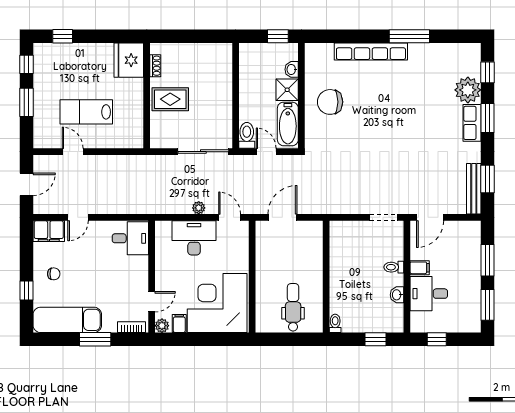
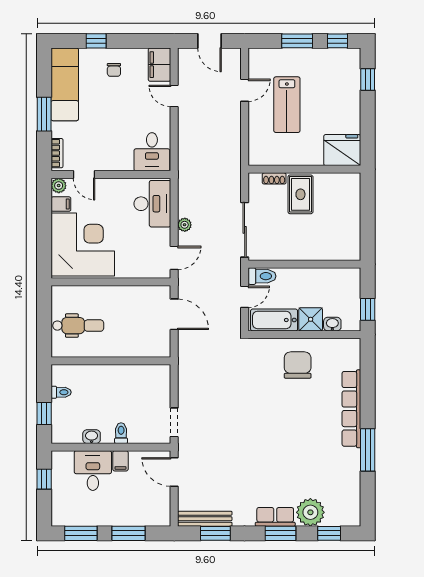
shoe rack: (155, 66) -> (274, 178), moved
lab bench: (86, 112) -> (287, 105), turned 180
desk: (194, 238) -> (152, 204), moved
toilet: (335, 323) -> (61, 392), moved

